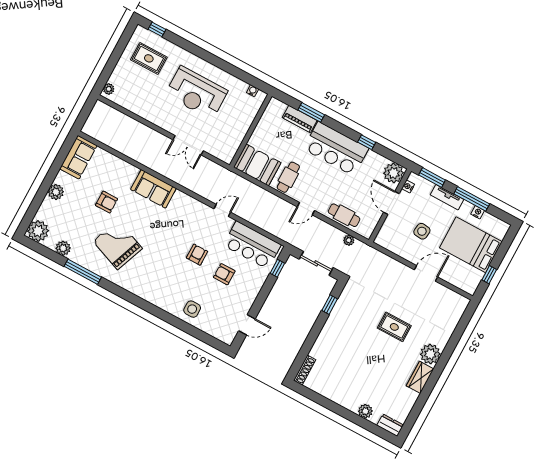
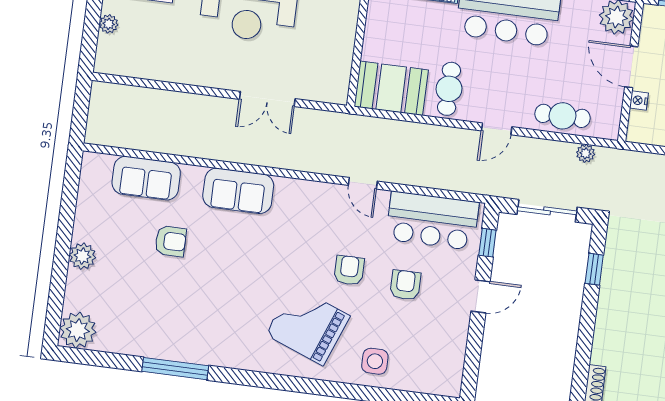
plant: (109, 89) -> (109, 24), moved
sofa: (78, 157) -> (146, 178), moved, turned 90
nightstand: (408, 186) -> (639, 100), moved
door: (222, 210) -> (363, 183), swing flipped
grand piano: (118, 245) -> (308, 325), moved
plant: (63, 248) -> (129, 342), removed
armchair: (224, 274) -> (405, 285), turned 90
door: (247, 325) -> (480, 296), moved

